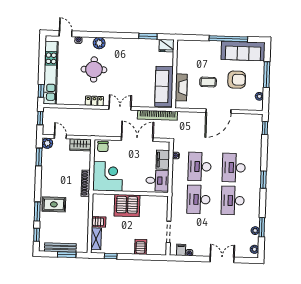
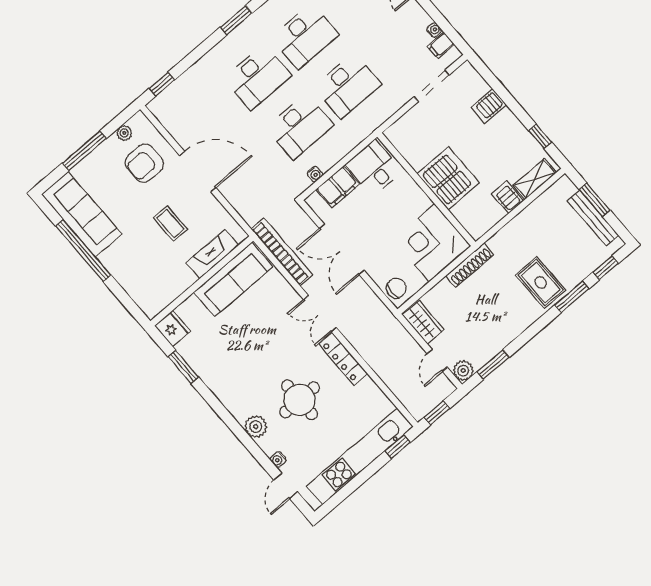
armchair: (237, 80) -> (144, 163), moved, turned -90
locker: (94, 101) -> (343, 359), width x1.53

